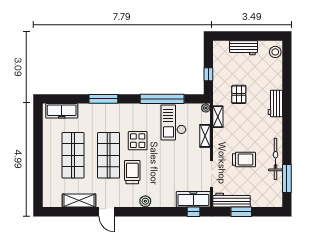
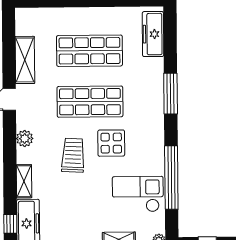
trolley: (132, 172) -> (73, 155), moved, turned -87
plant: (145, 201) -> (25, 139), moved
shelving: (164, 202) -> (24, 181), added

